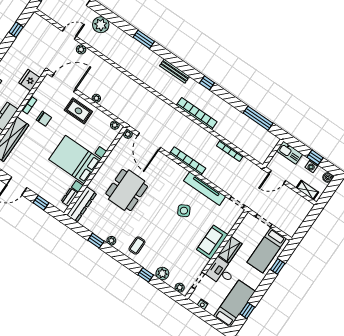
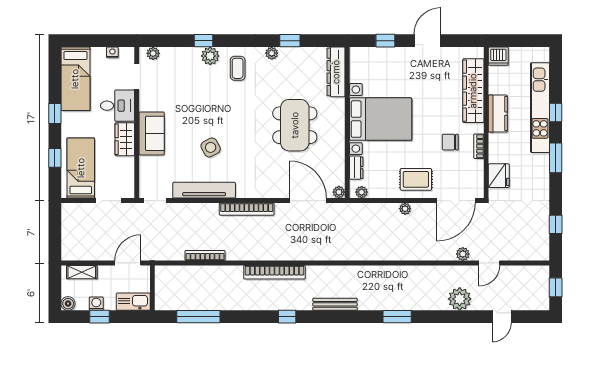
dresser: (70, 197) -> (356, 168), moved
plant: (162, 273) -> (210, 56), moved
window: (247, 310) -> (55, 114), moved

